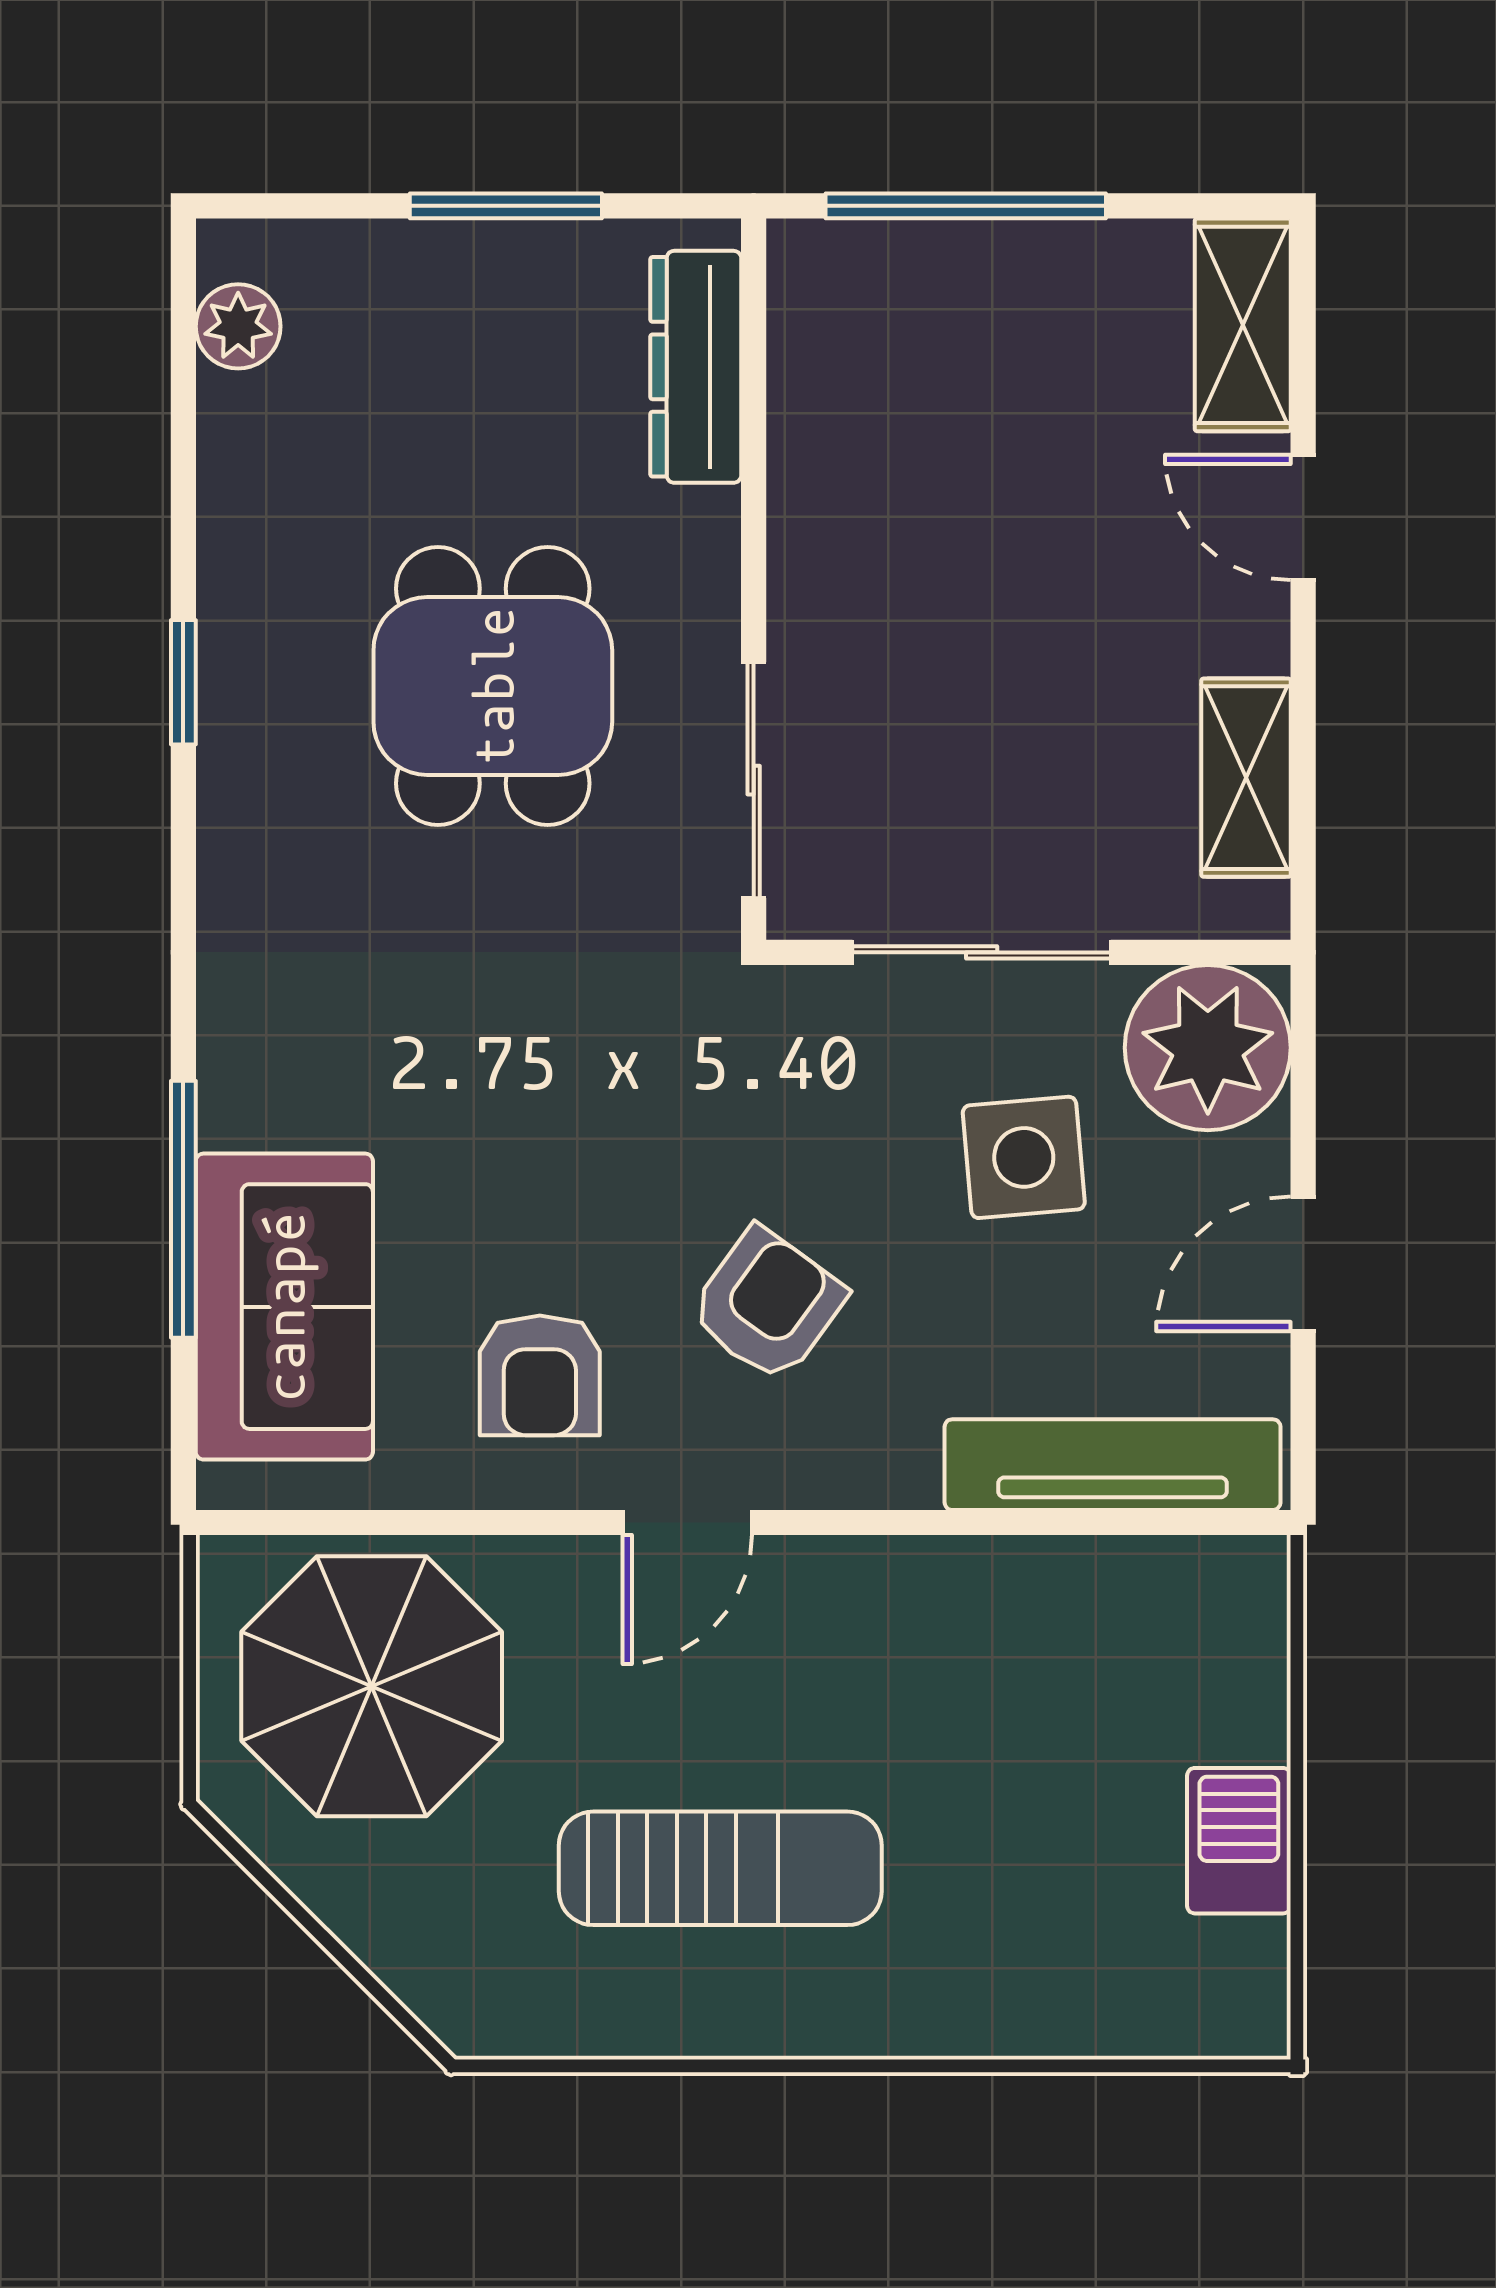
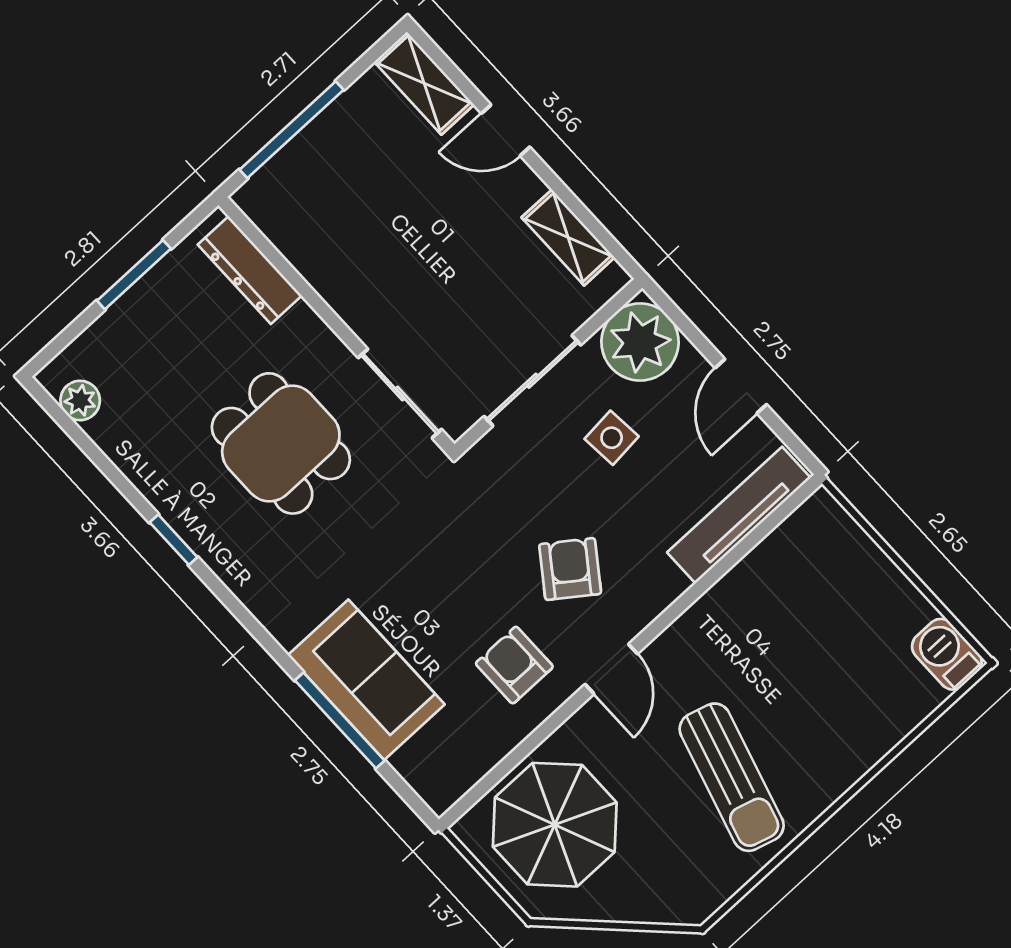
side table: (1024, 1157) -> (612, 438), width x0.73, depth x0.73
sofa: (284, 1307) -> (366, 680), moved
armchair: (540, 1375) -> (514, 665), turned 180
barbecue: (1239, 1841) -> (947, 654), moved
sun lounger: (720, 1868) -> (732, 777), turned 106

